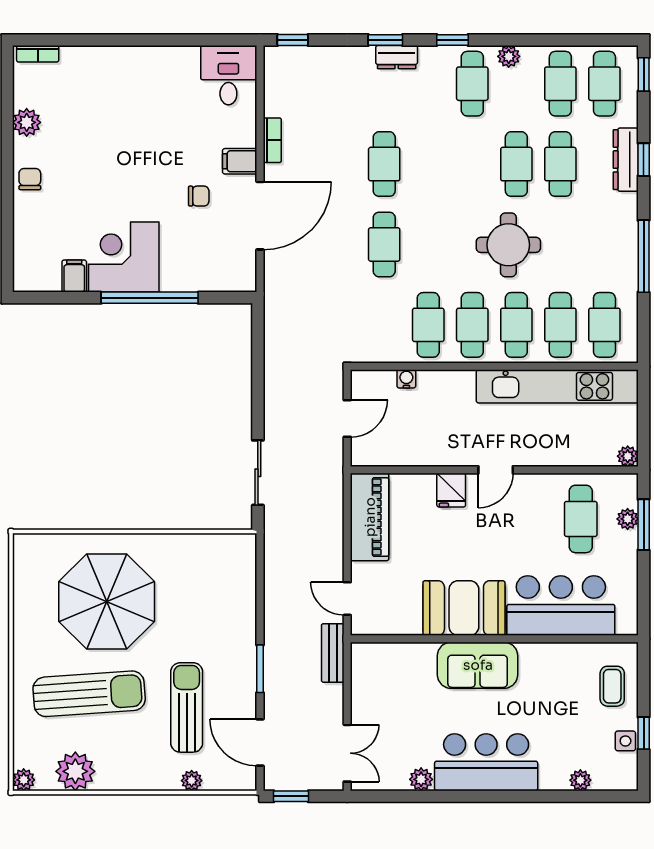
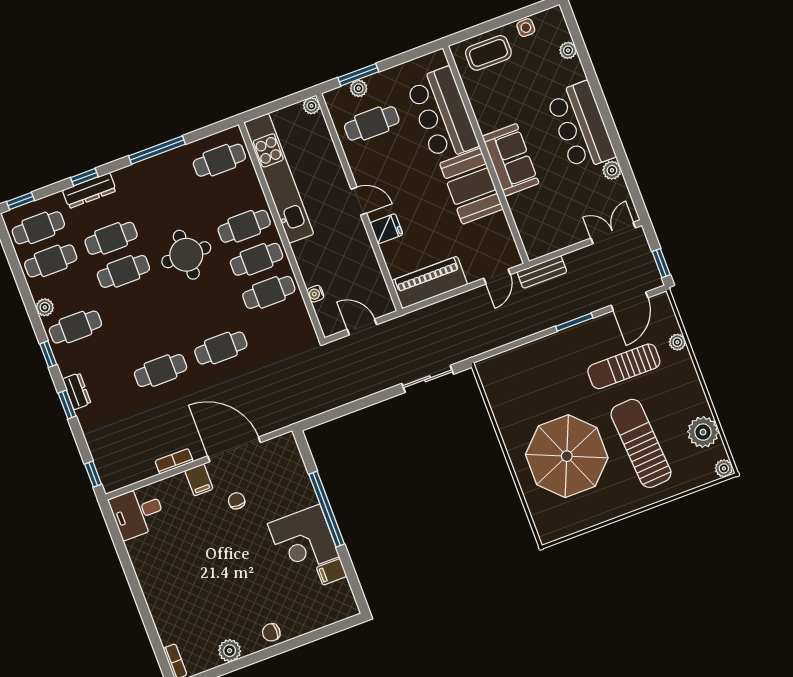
cafe table: (560, 325) -> (232, 193), removed
coffee table: (612, 686) -> (488, 53), width x1.36, depth x1.30
window: (644, 733) -> (515, 16), removed

